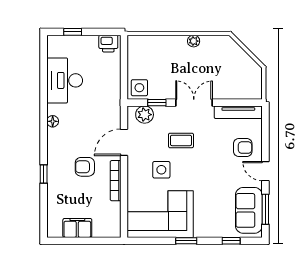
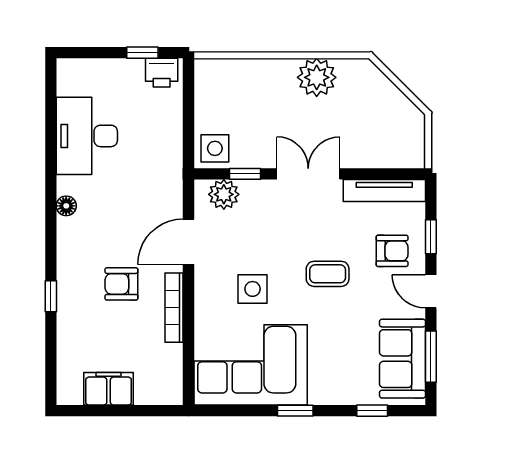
window: (73, 32) -> (142, 53), moved
plant: (194, 41) -> (317, 77), width x1.88, depth x1.88
window: (265, 139) -> (431, 237), added
coffee table: (181, 140) -> (328, 274), moved

